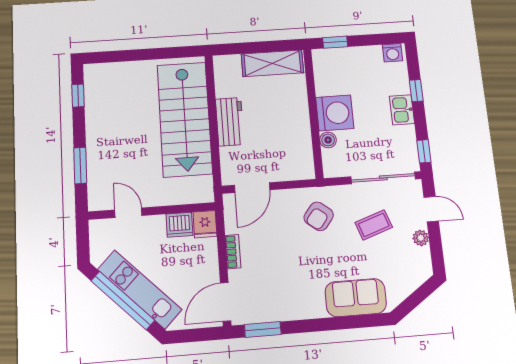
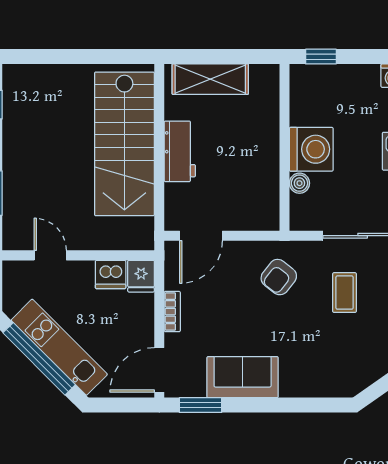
shelving: (272, 63) -> (210, 79), moved
coffee table: (374, 225) -> (345, 293), turned -71
sofa: (356, 298) -> (243, 377), moved

